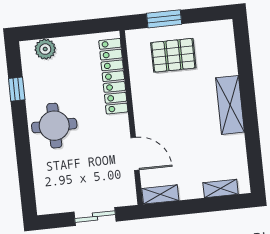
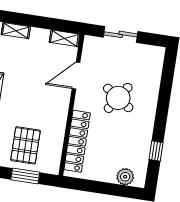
pallet: (173, 55) -> (25, 145), turned 90
round table: (54, 126) -> (118, 98), moved, turned 34
door: (135, 154) -> (76, 76), hinge flipped

